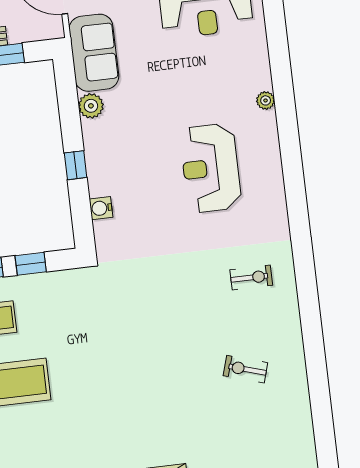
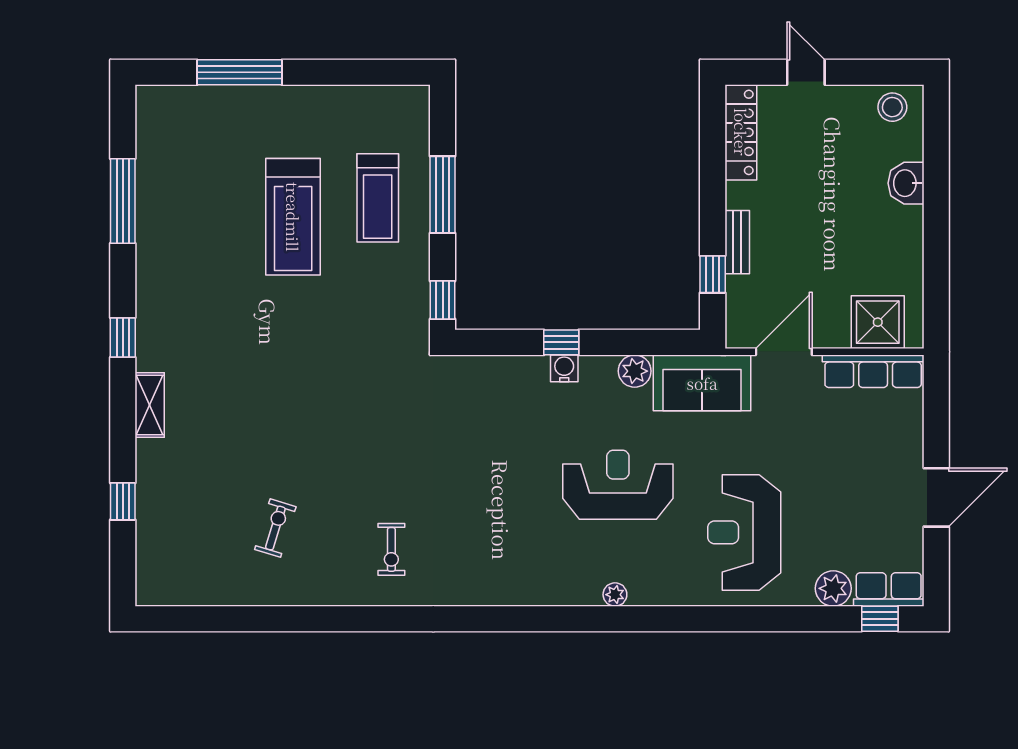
reception desk: (211, 168) -> (618, 485), moved
water cooler: (101, 208) -> (564, 368), moved
window: (31, 264) -> (443, 300), moved

